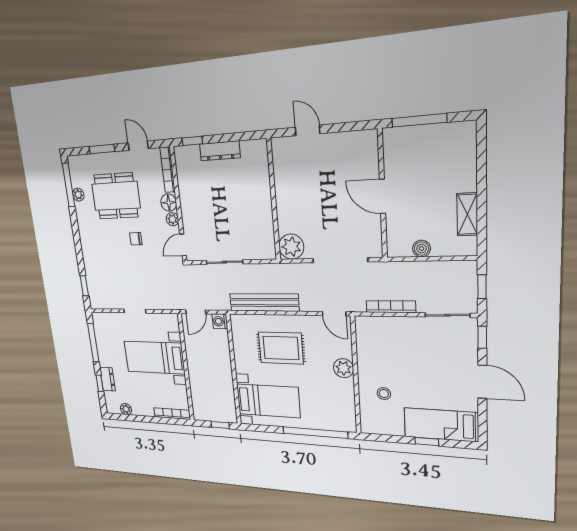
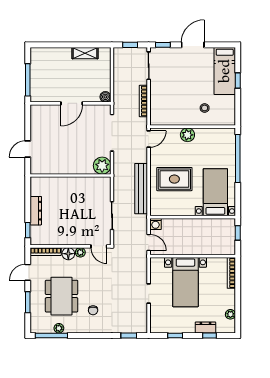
chair: (136, 239) -> (93, 310), moved
boiler: (421, 249) -> (105, 97), moved
window: (93, 343) -> (175, 336), width x0.46
rug: (281, 348) -> (174, 179), turned 90

